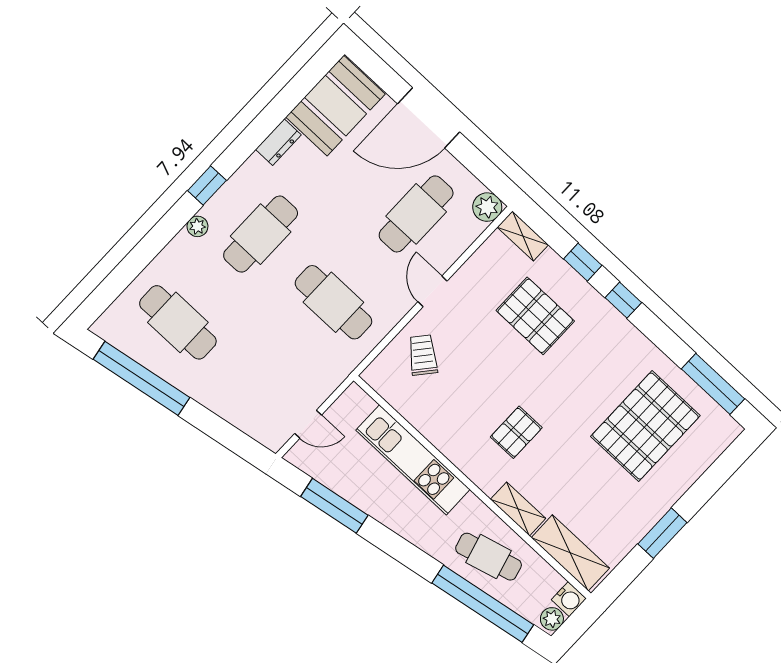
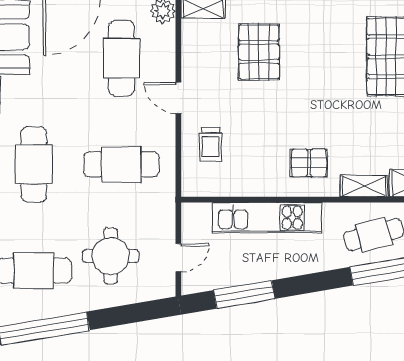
pallet: (535, 316) -> (259, 52), turned 90
trolley: (423, 355) -> (211, 145), turned -130
round table: (253, 370) -> (111, 256), added
pallet: (516, 432) -> (309, 163), moved, turned 90

